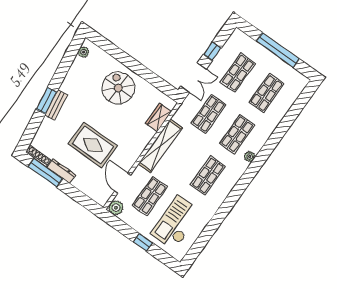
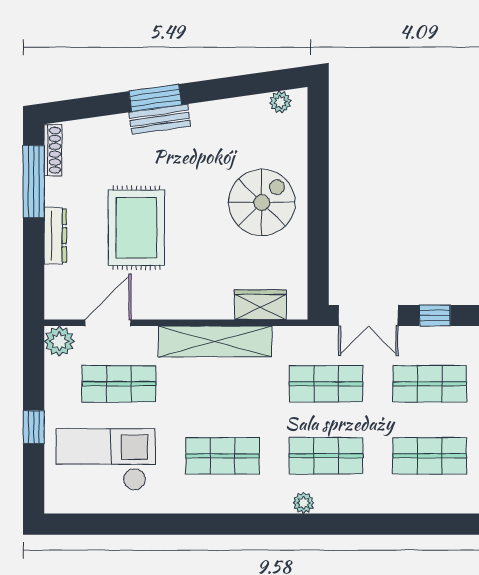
dresser: (61, 171) -> (55, 236), moved

